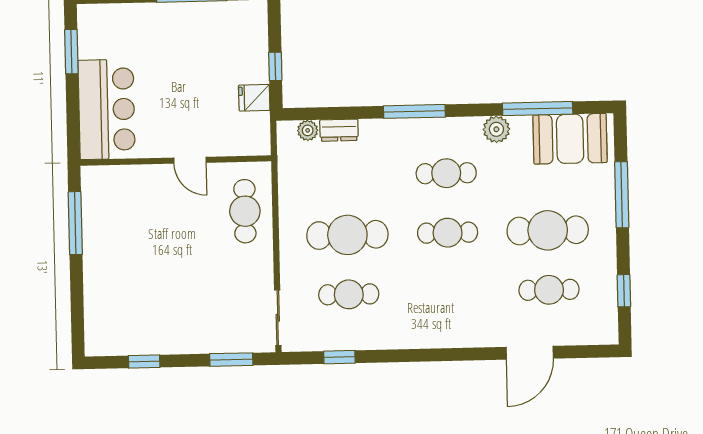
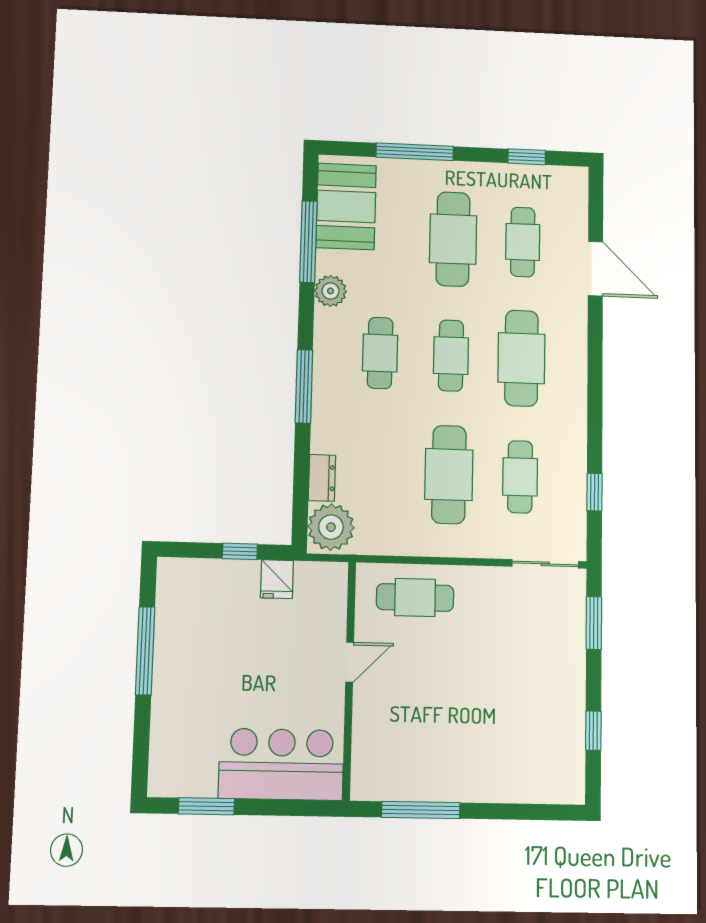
plant: (308, 130) -> (331, 527), width x1.87, depth x1.87
cafe table: (449, 292) -> (521, 358), added

